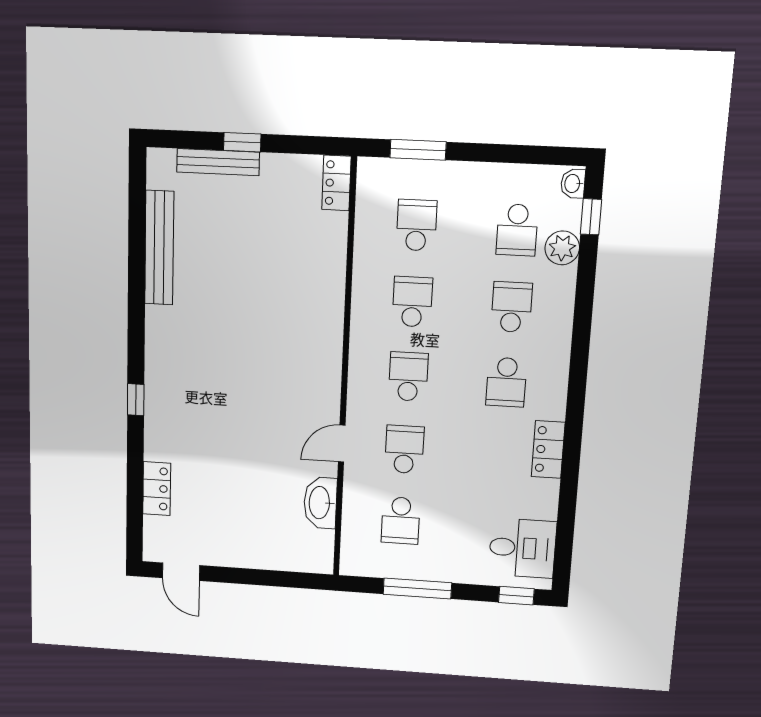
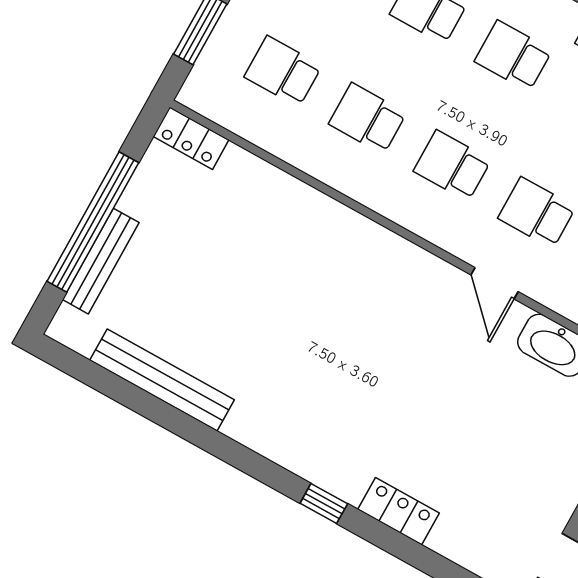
window: (242, 142) -> (93, 222), width x3.17
school desk: (506, 382) -> (513, 56), turned 180
locker: (157, 489) -> (398, 511), moved

